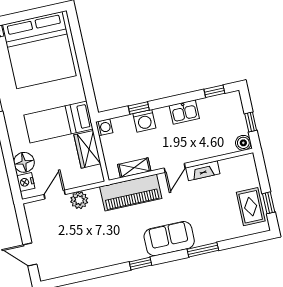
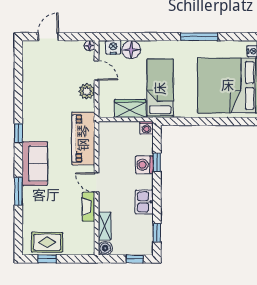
window: (251, 122) -> (135, 259), moved
shelving: (134, 168) -> (105, 226), moved
floor lamp: (30, 208) -> (89, 46), added

